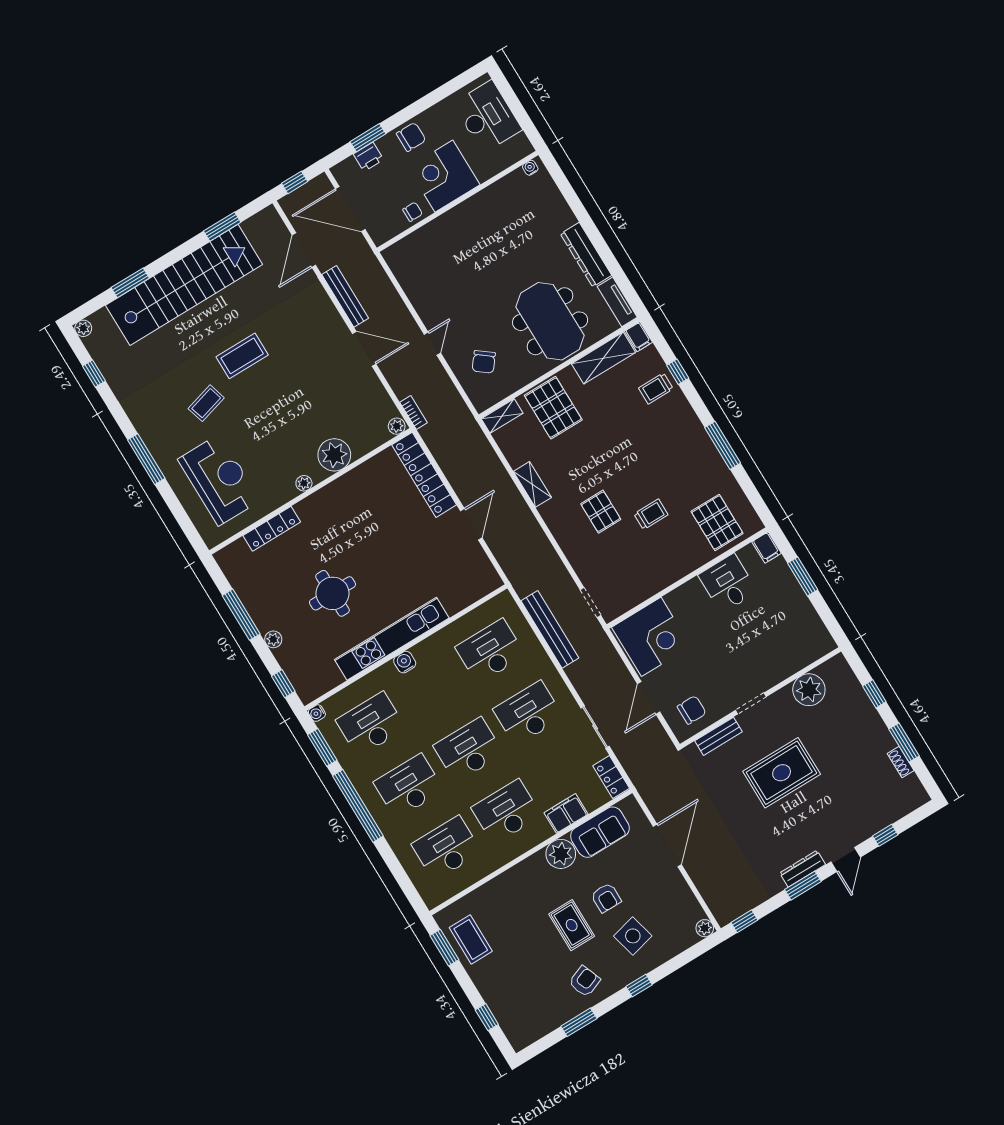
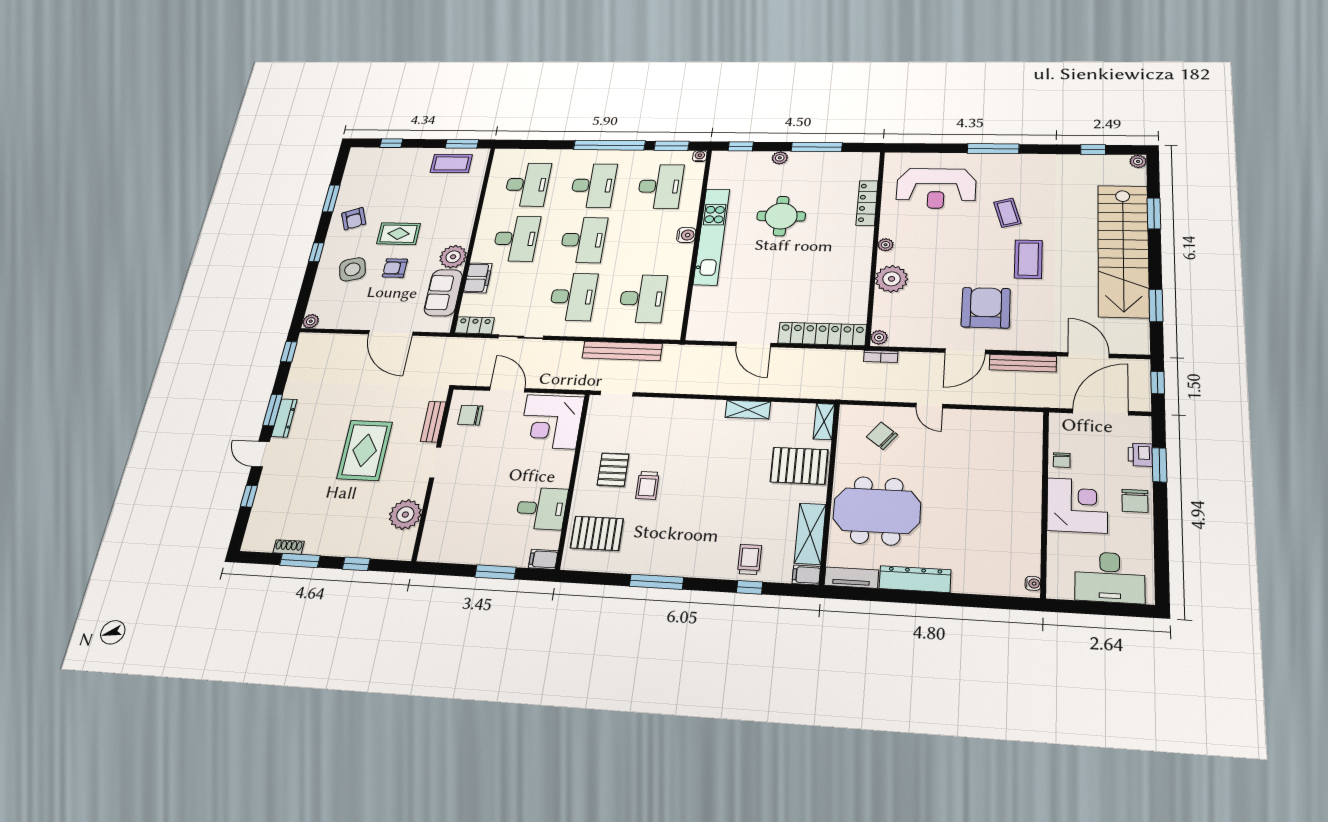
armchair: (312, 359) -> (986, 308), added
pallet: (601, 512) -> (613, 470), moved, turned 90
chair: (692, 710) -> (470, 415), turned 90

